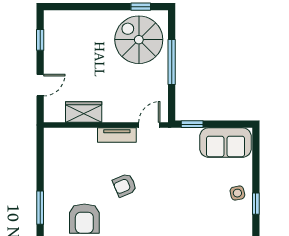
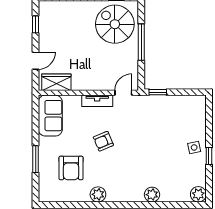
wardrobe: (84, 112) -> (56, 82), moved
sofa: (226, 143) -> (50, 116), moved, turned -90

